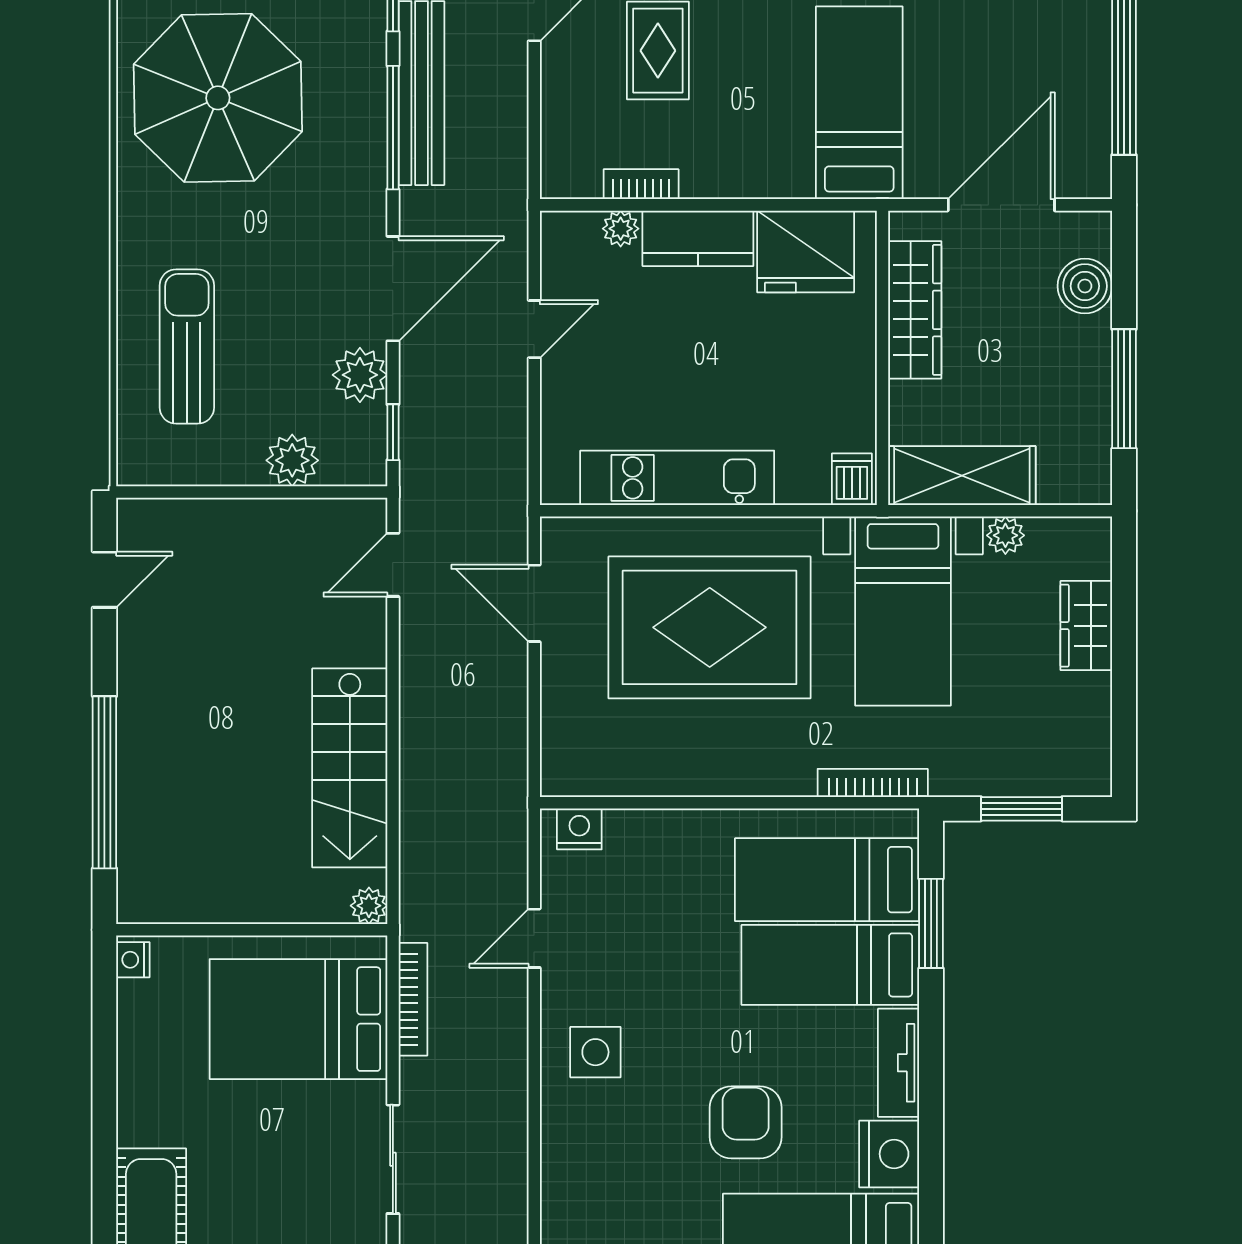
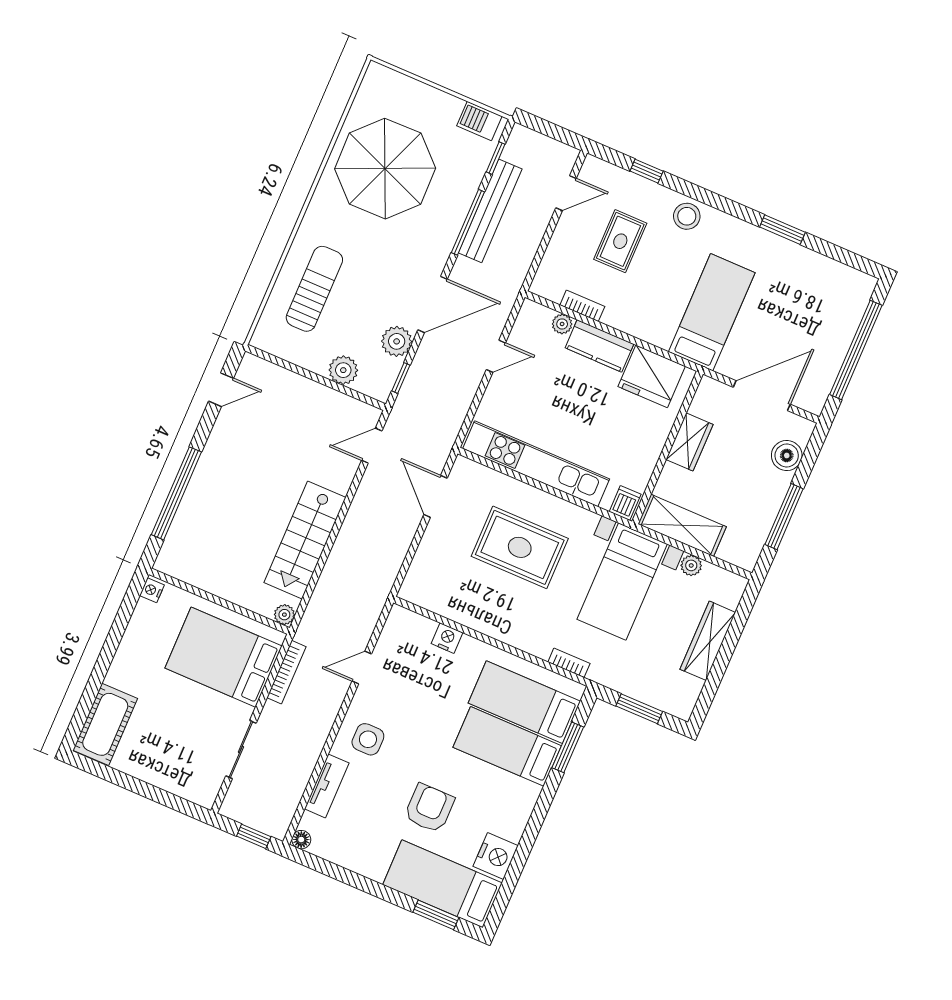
wardrobe: (915, 310) -> (689, 442), width x0.67
kitchen unit: (677, 478) -> (536, 464), width x1.36
wardrobe: (1086, 626) -> (708, 641), width x1.50
rug: (710, 627) -> (520, 547), width x0.73, depth x0.69
bookcase: (873, 783) -> (569, 663), width x0.64
nightstand: (579, 829) -> (447, 638), moved
tv unit: (899, 1063) -> (327, 786), moved, turned 180

